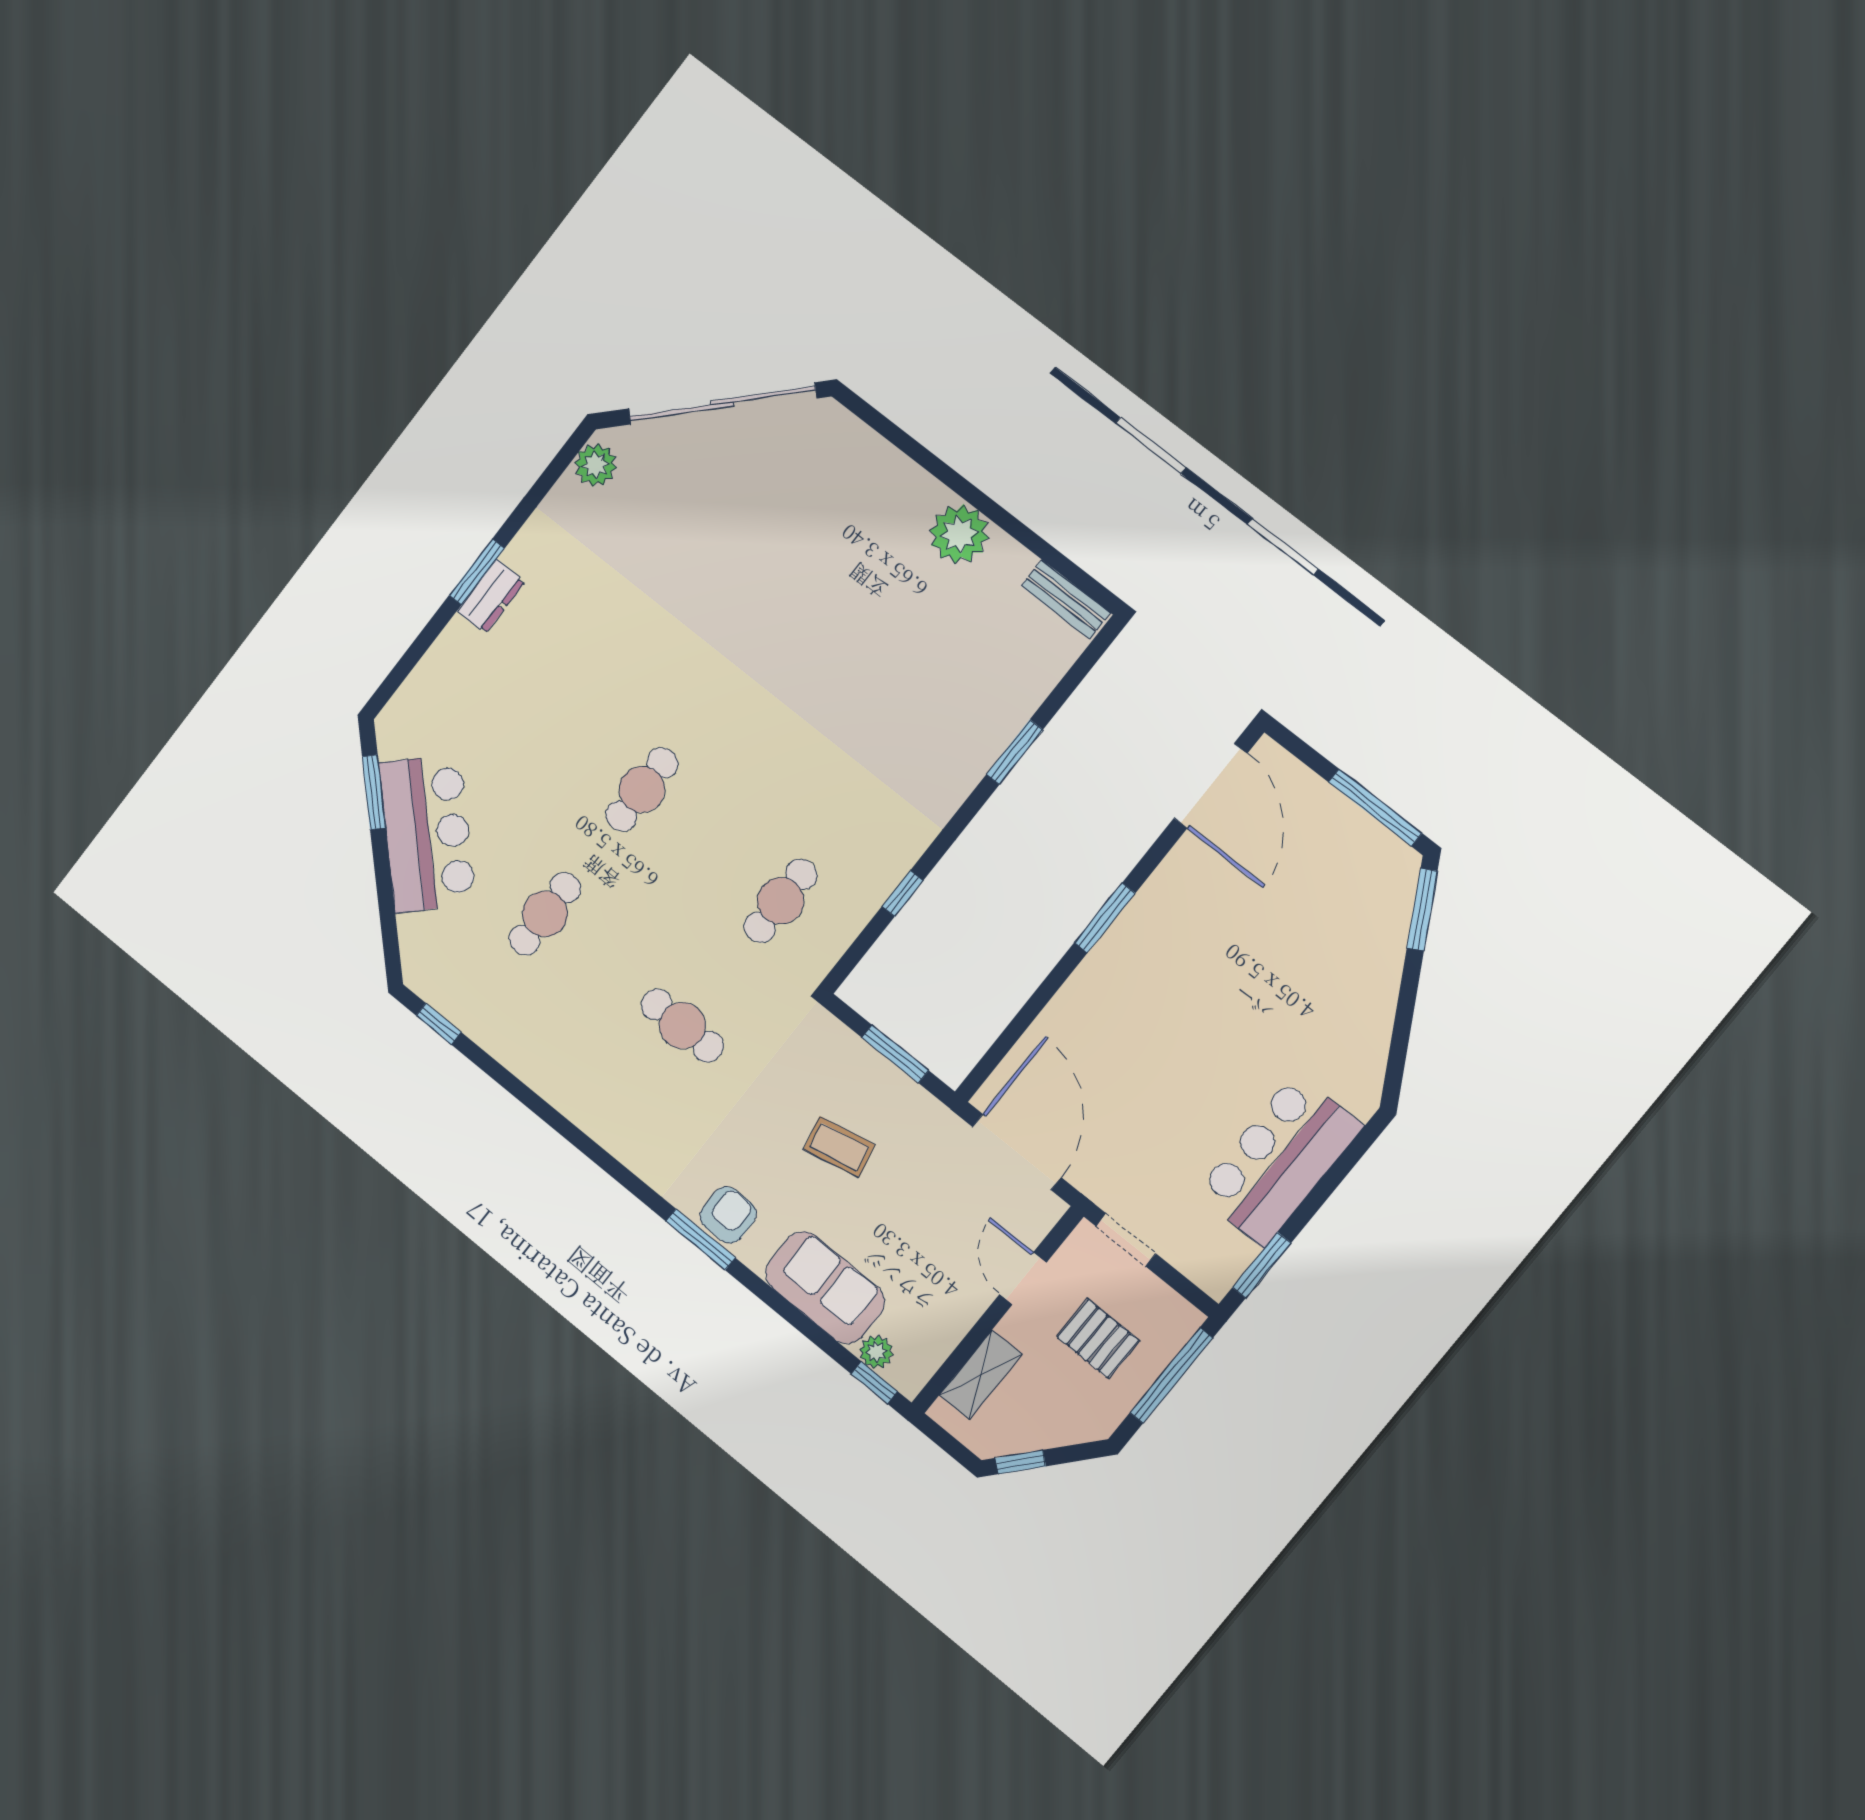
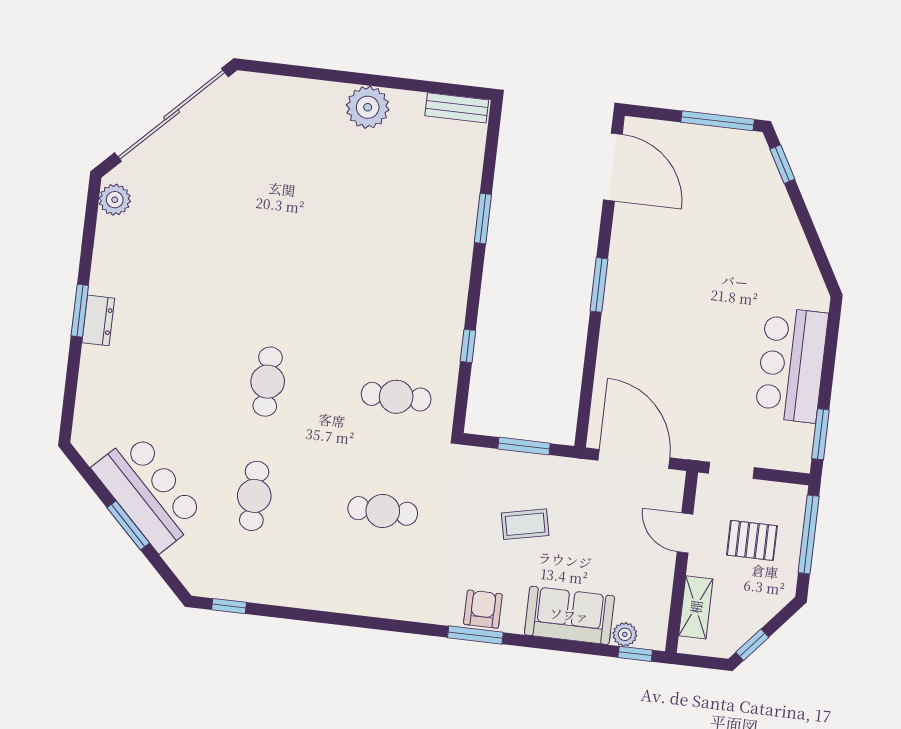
window: (374, 792) -> (128, 525), moved
cafe table: (781, 901) -> (396, 397), turned 90
window: (1422, 909) -> (782, 164), width x0.67

